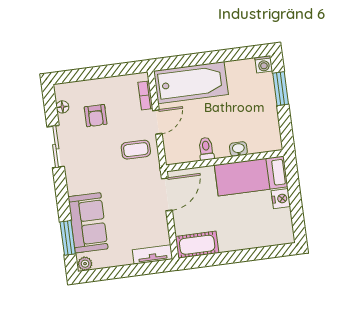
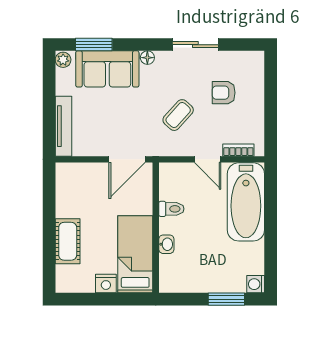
floor lamp: (62, 107) -> (147, 58), moved
coffee table: (136, 150) -> (178, 115), moved, turned 42
door: (167, 194) -> (127, 159), hinge flipped
cot: (197, 245) -> (68, 241), moved
tv unit: (152, 254) -> (63, 126), width x1.41

